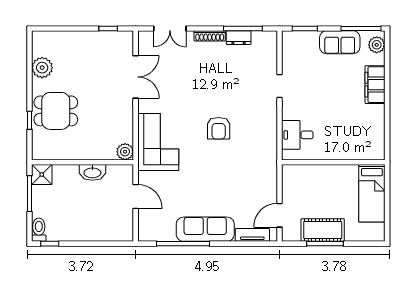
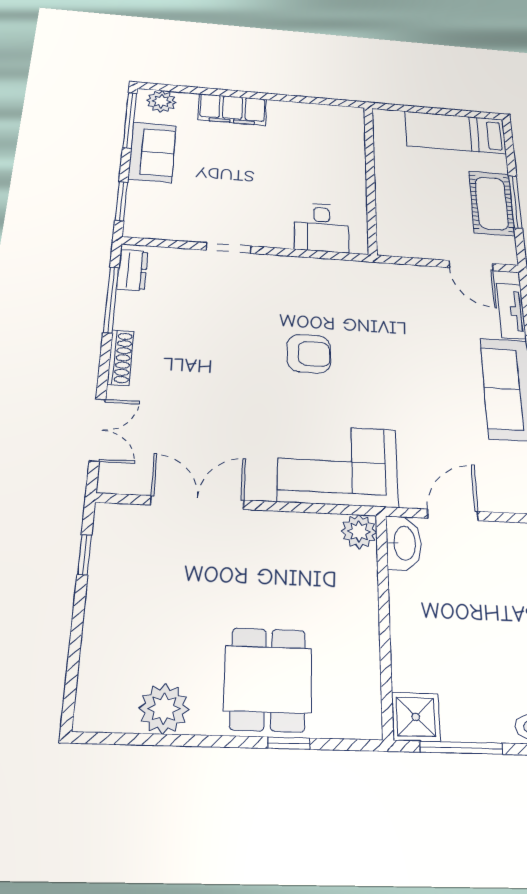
dresser: (239, 38) -> (132, 270), moved
washbasin: (92, 172) -> (404, 543), moved
bed: (372, 193) -> (455, 133), moved, turned 180

